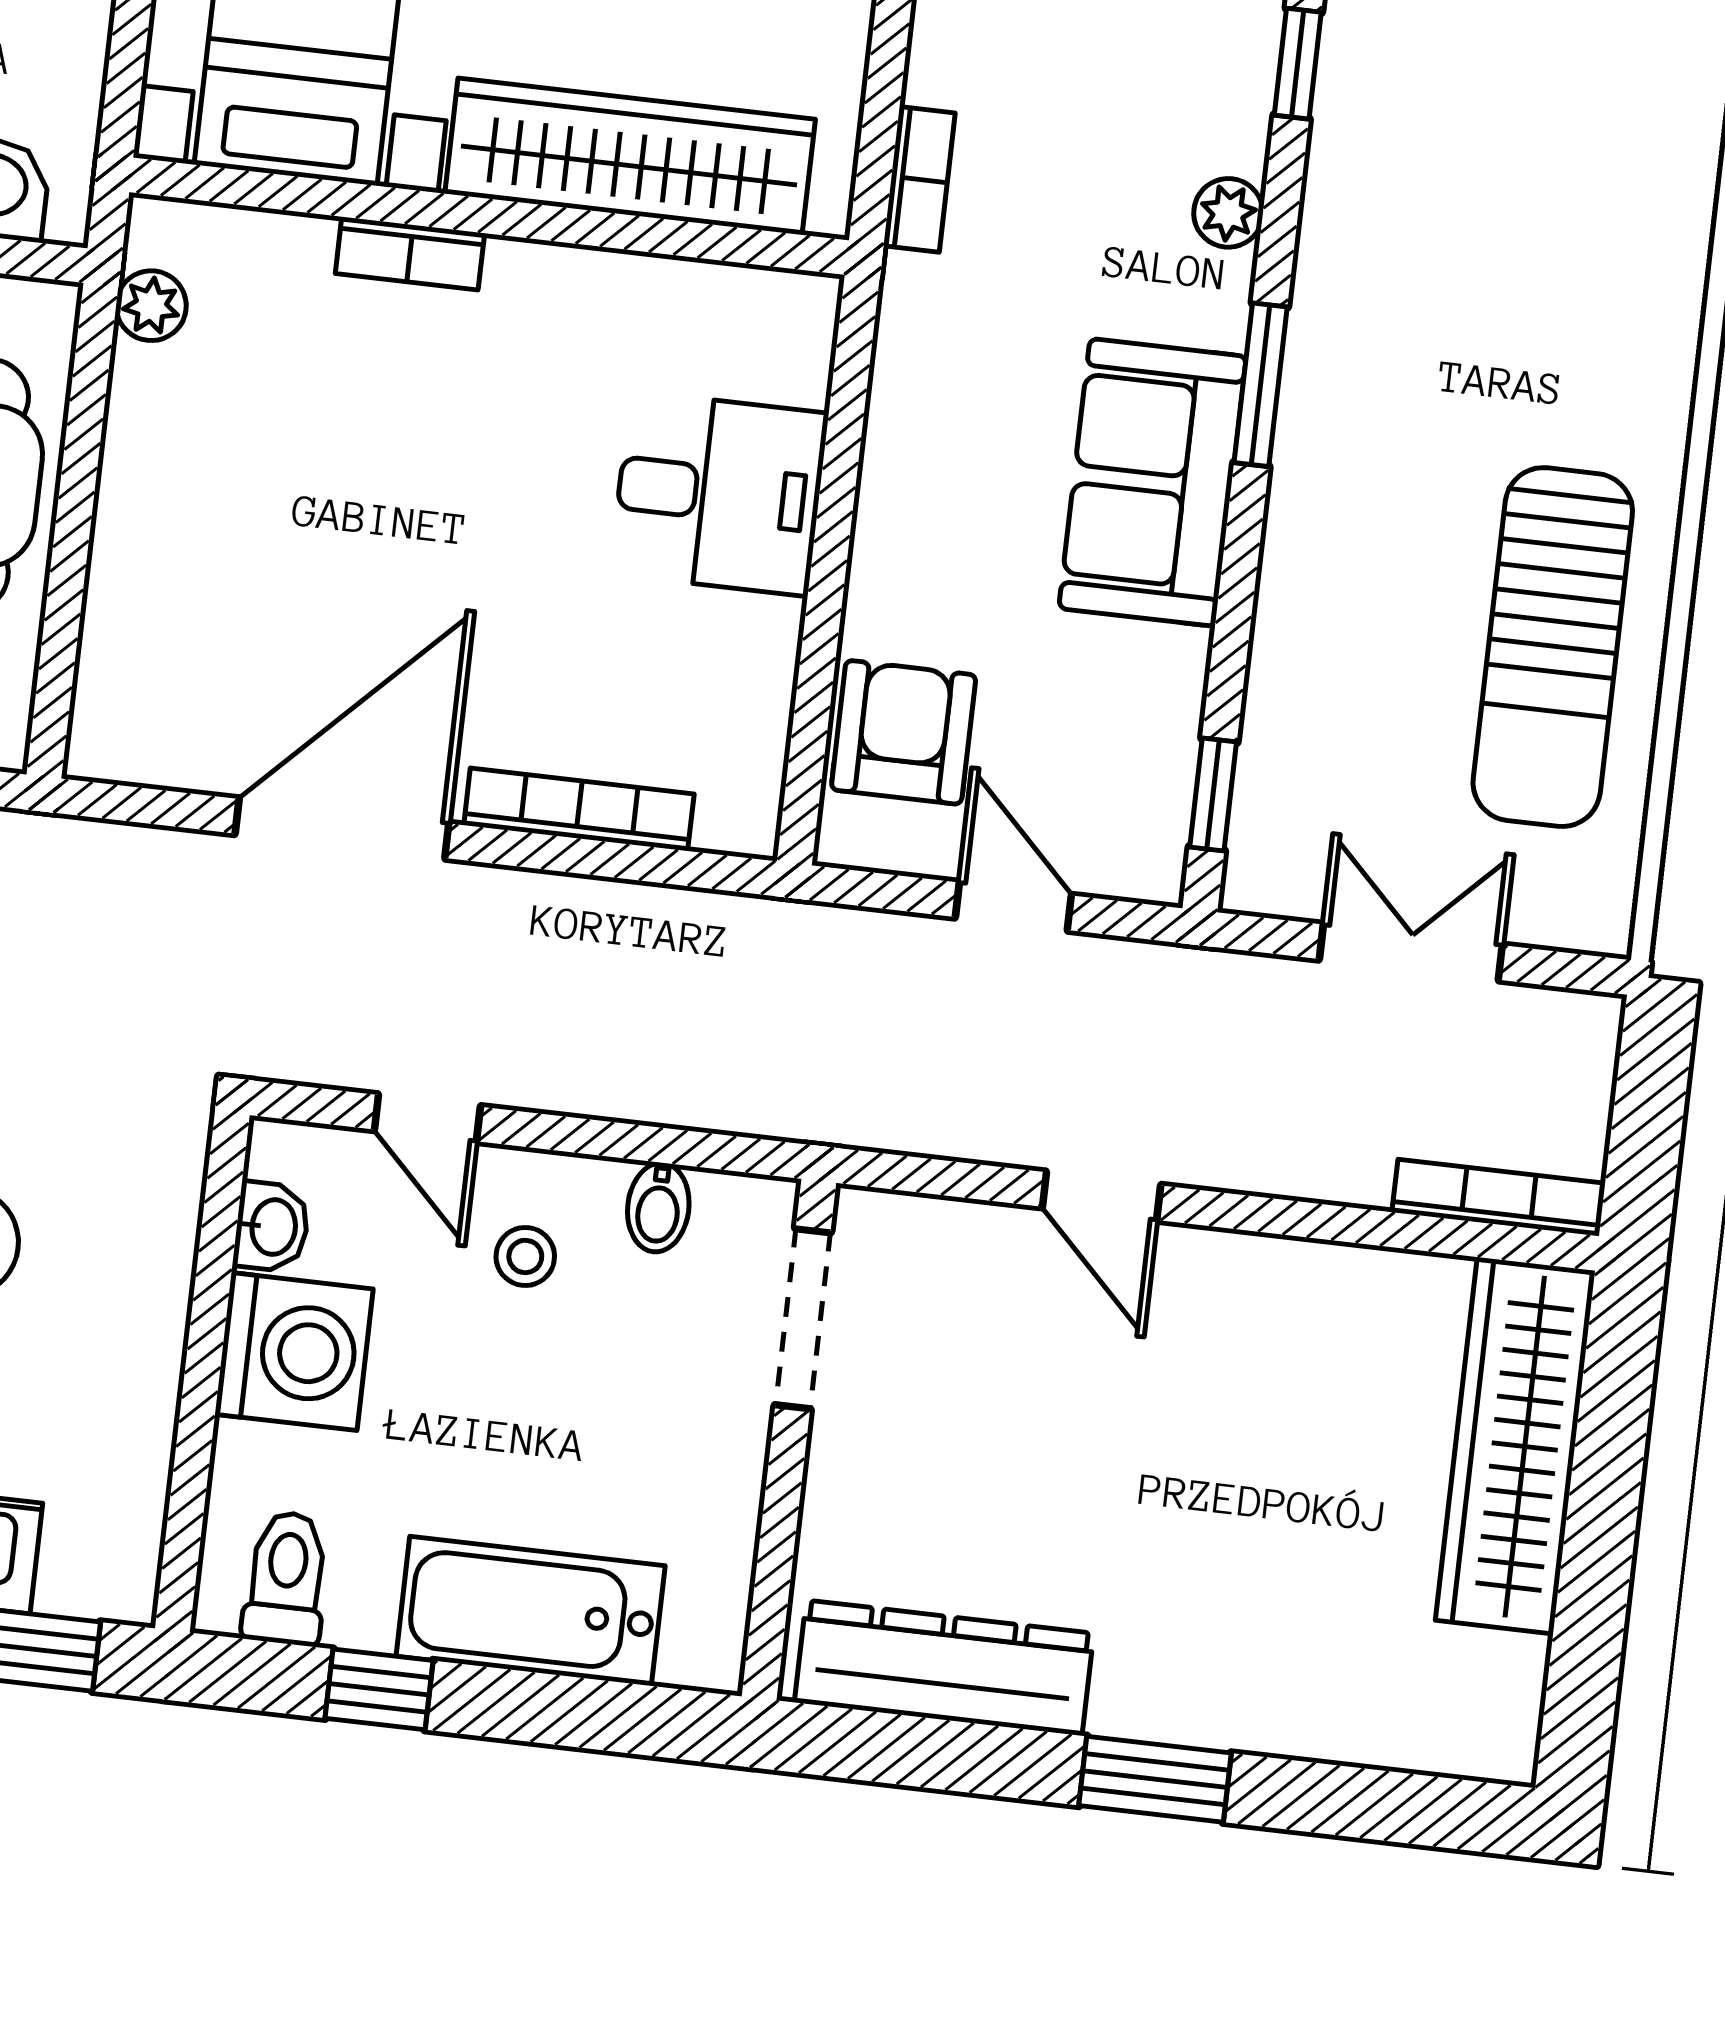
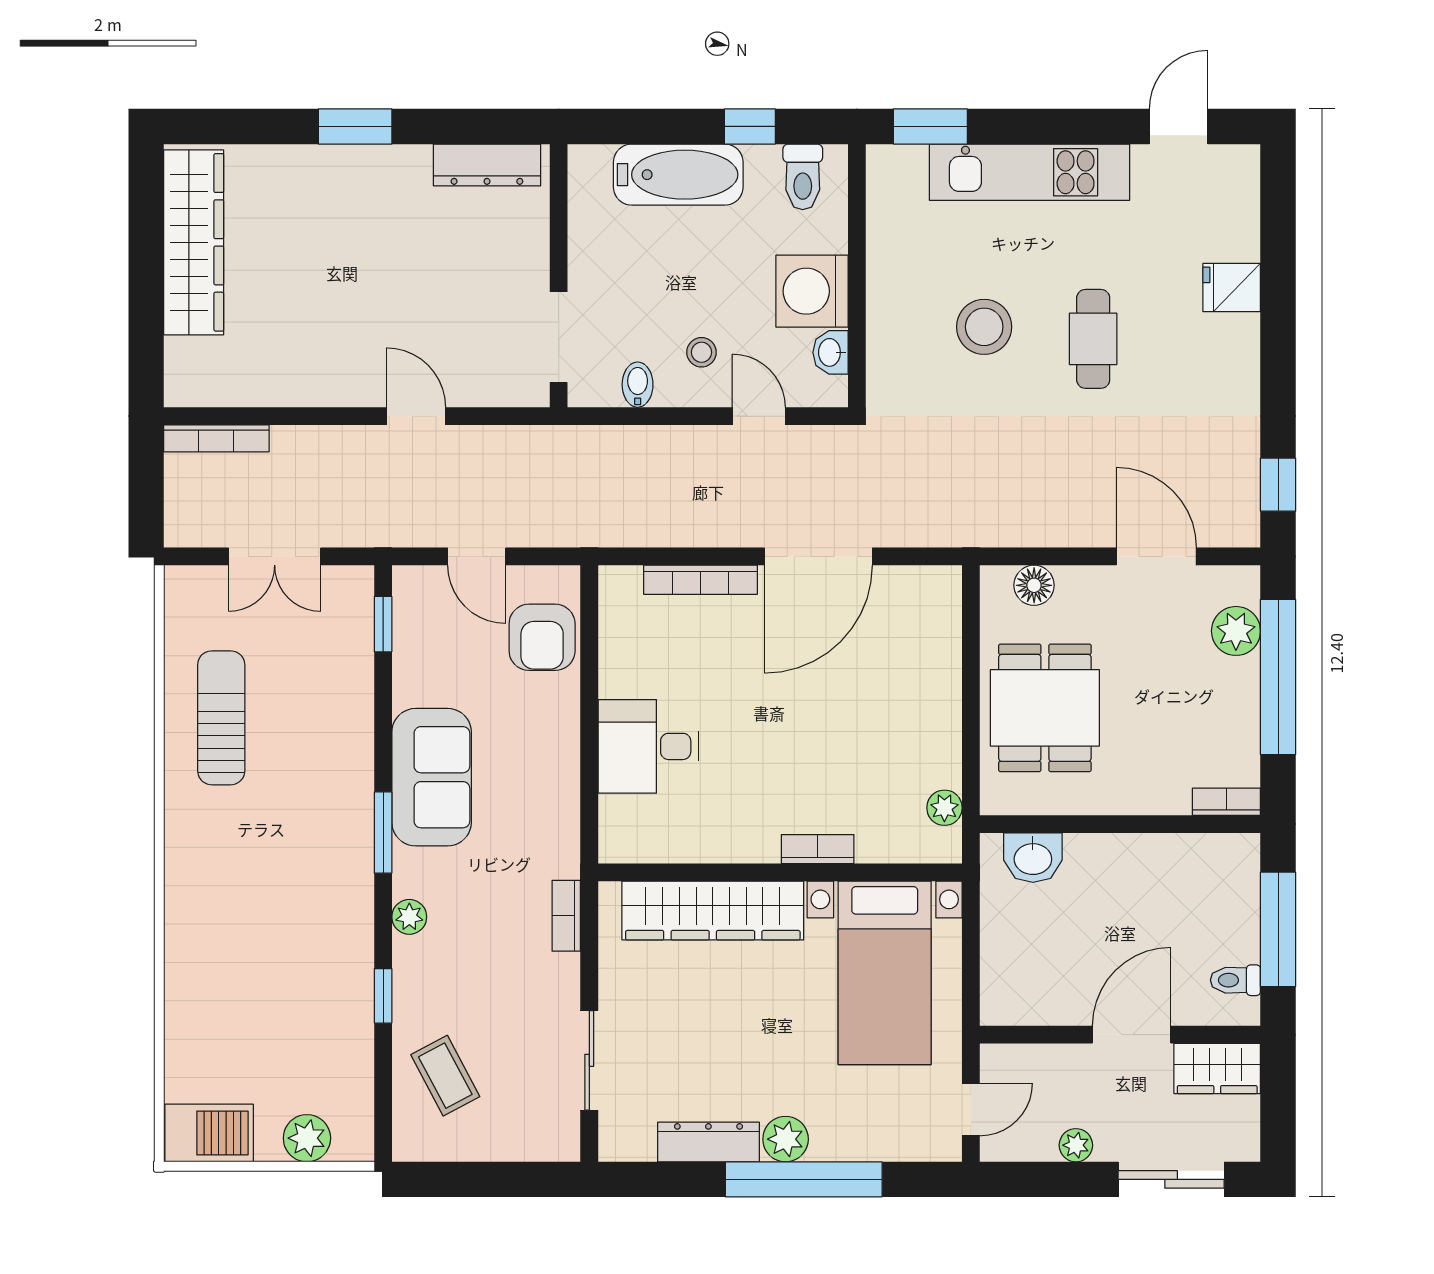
sun lounger: (1553, 647) -> (221, 718), width x0.73, depth x0.75
wardrobe: (1515, 1446) -> (194, 242), moved
dresser: (944, 1668) -> (487, 165), width x0.73, depth x0.80

